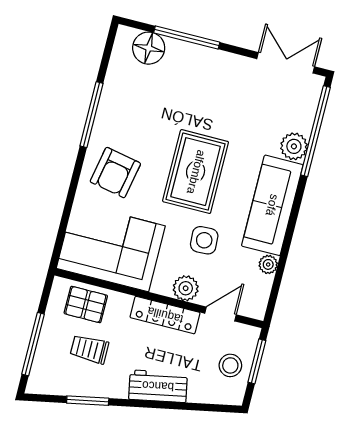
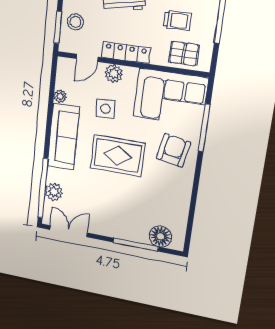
double door: (286, 63) -> (69, 231), swing flipped
window: (92, 115) -> (204, 128), moved
plant: (294, 146) -> (54, 192), moved
rug: (196, 172) -> (118, 156), turned 90

